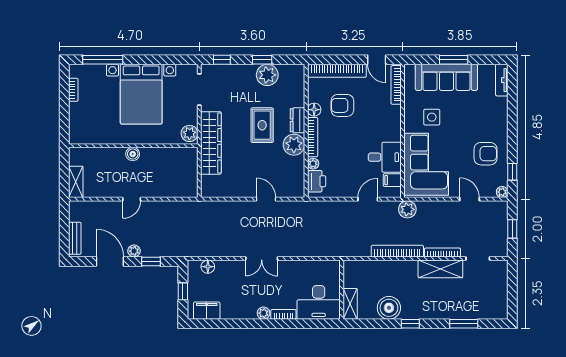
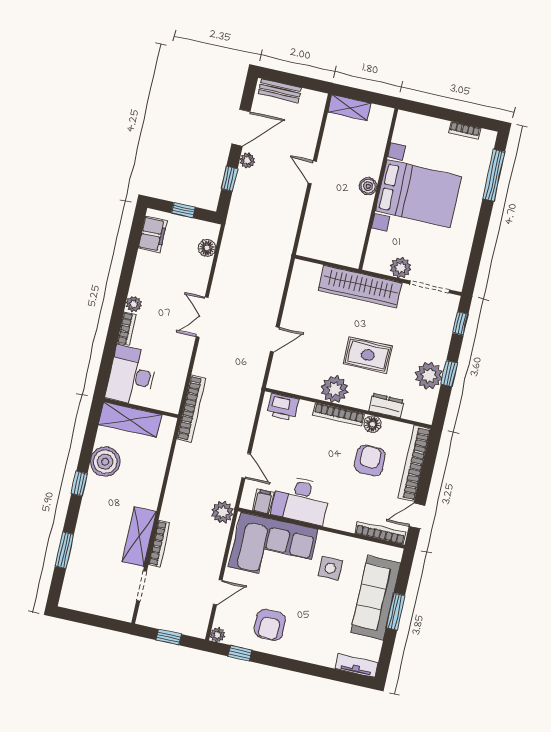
bed with nightstands: (141, 94) -> (418, 194), moved, turned 180
dresser: (297, 120) -> (386, 405), moved
plant: (189, 133) -> (401, 268), moved
desk: (385, 157) -> (301, 500), width x1.37
plant: (313, 164) -> (306, 408), removed
bookcase: (397, 251) -> (191, 409), moved
shelving: (350, 304) -> (130, 420), width x1.50, depth x1.33

